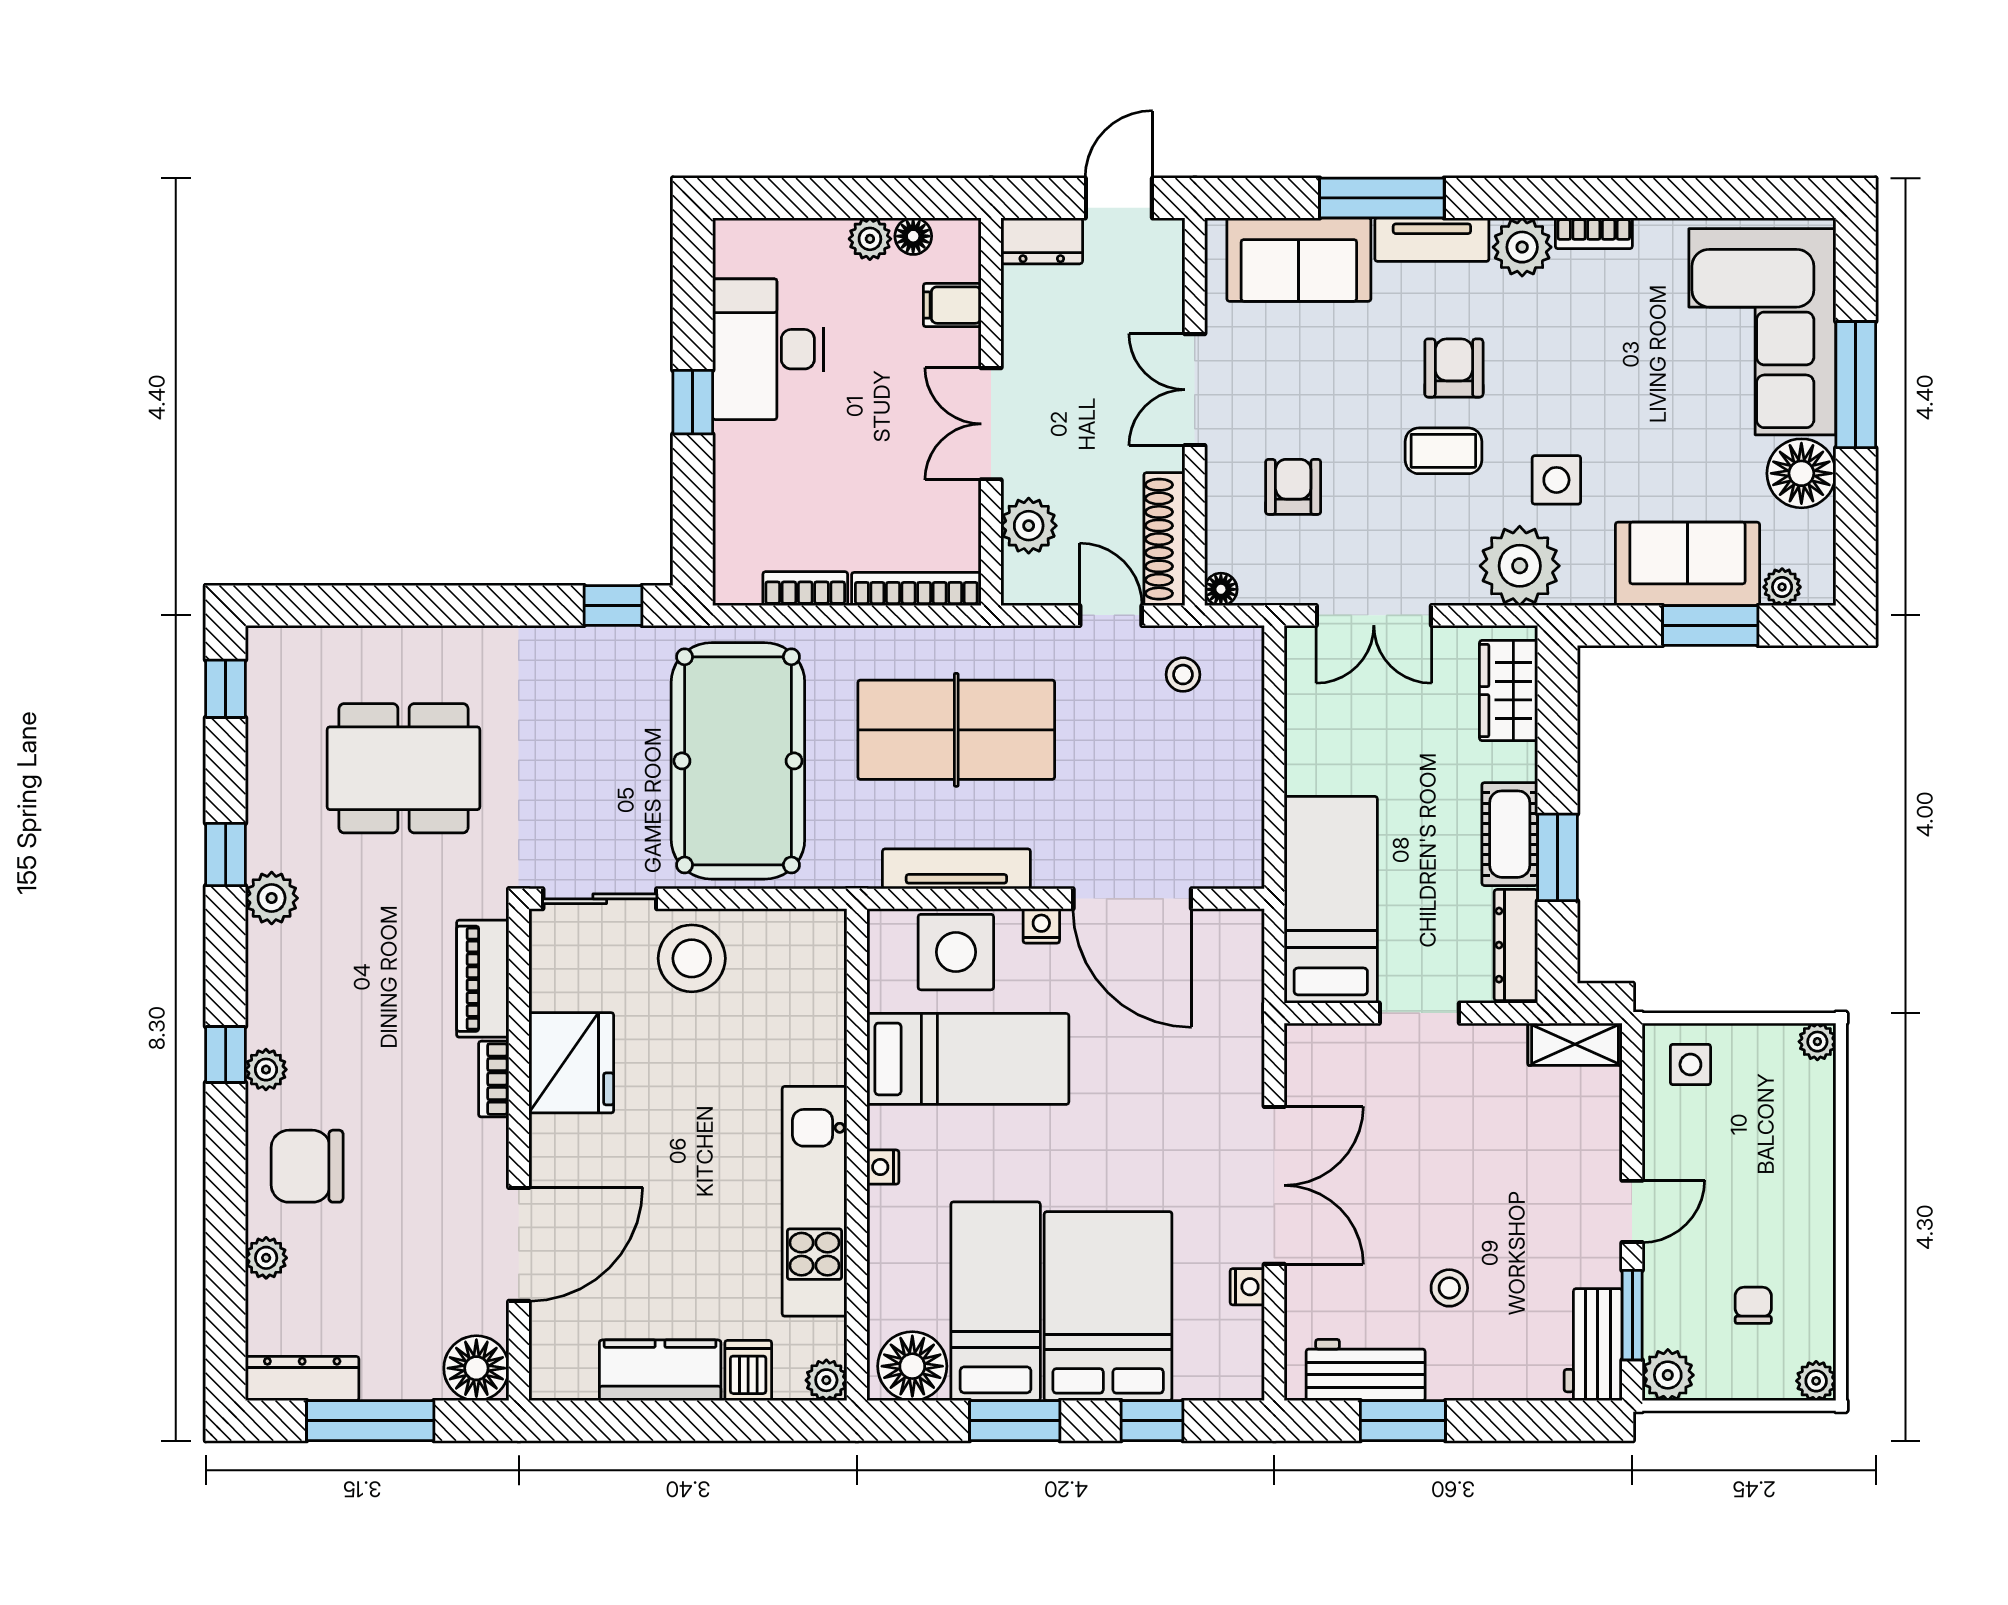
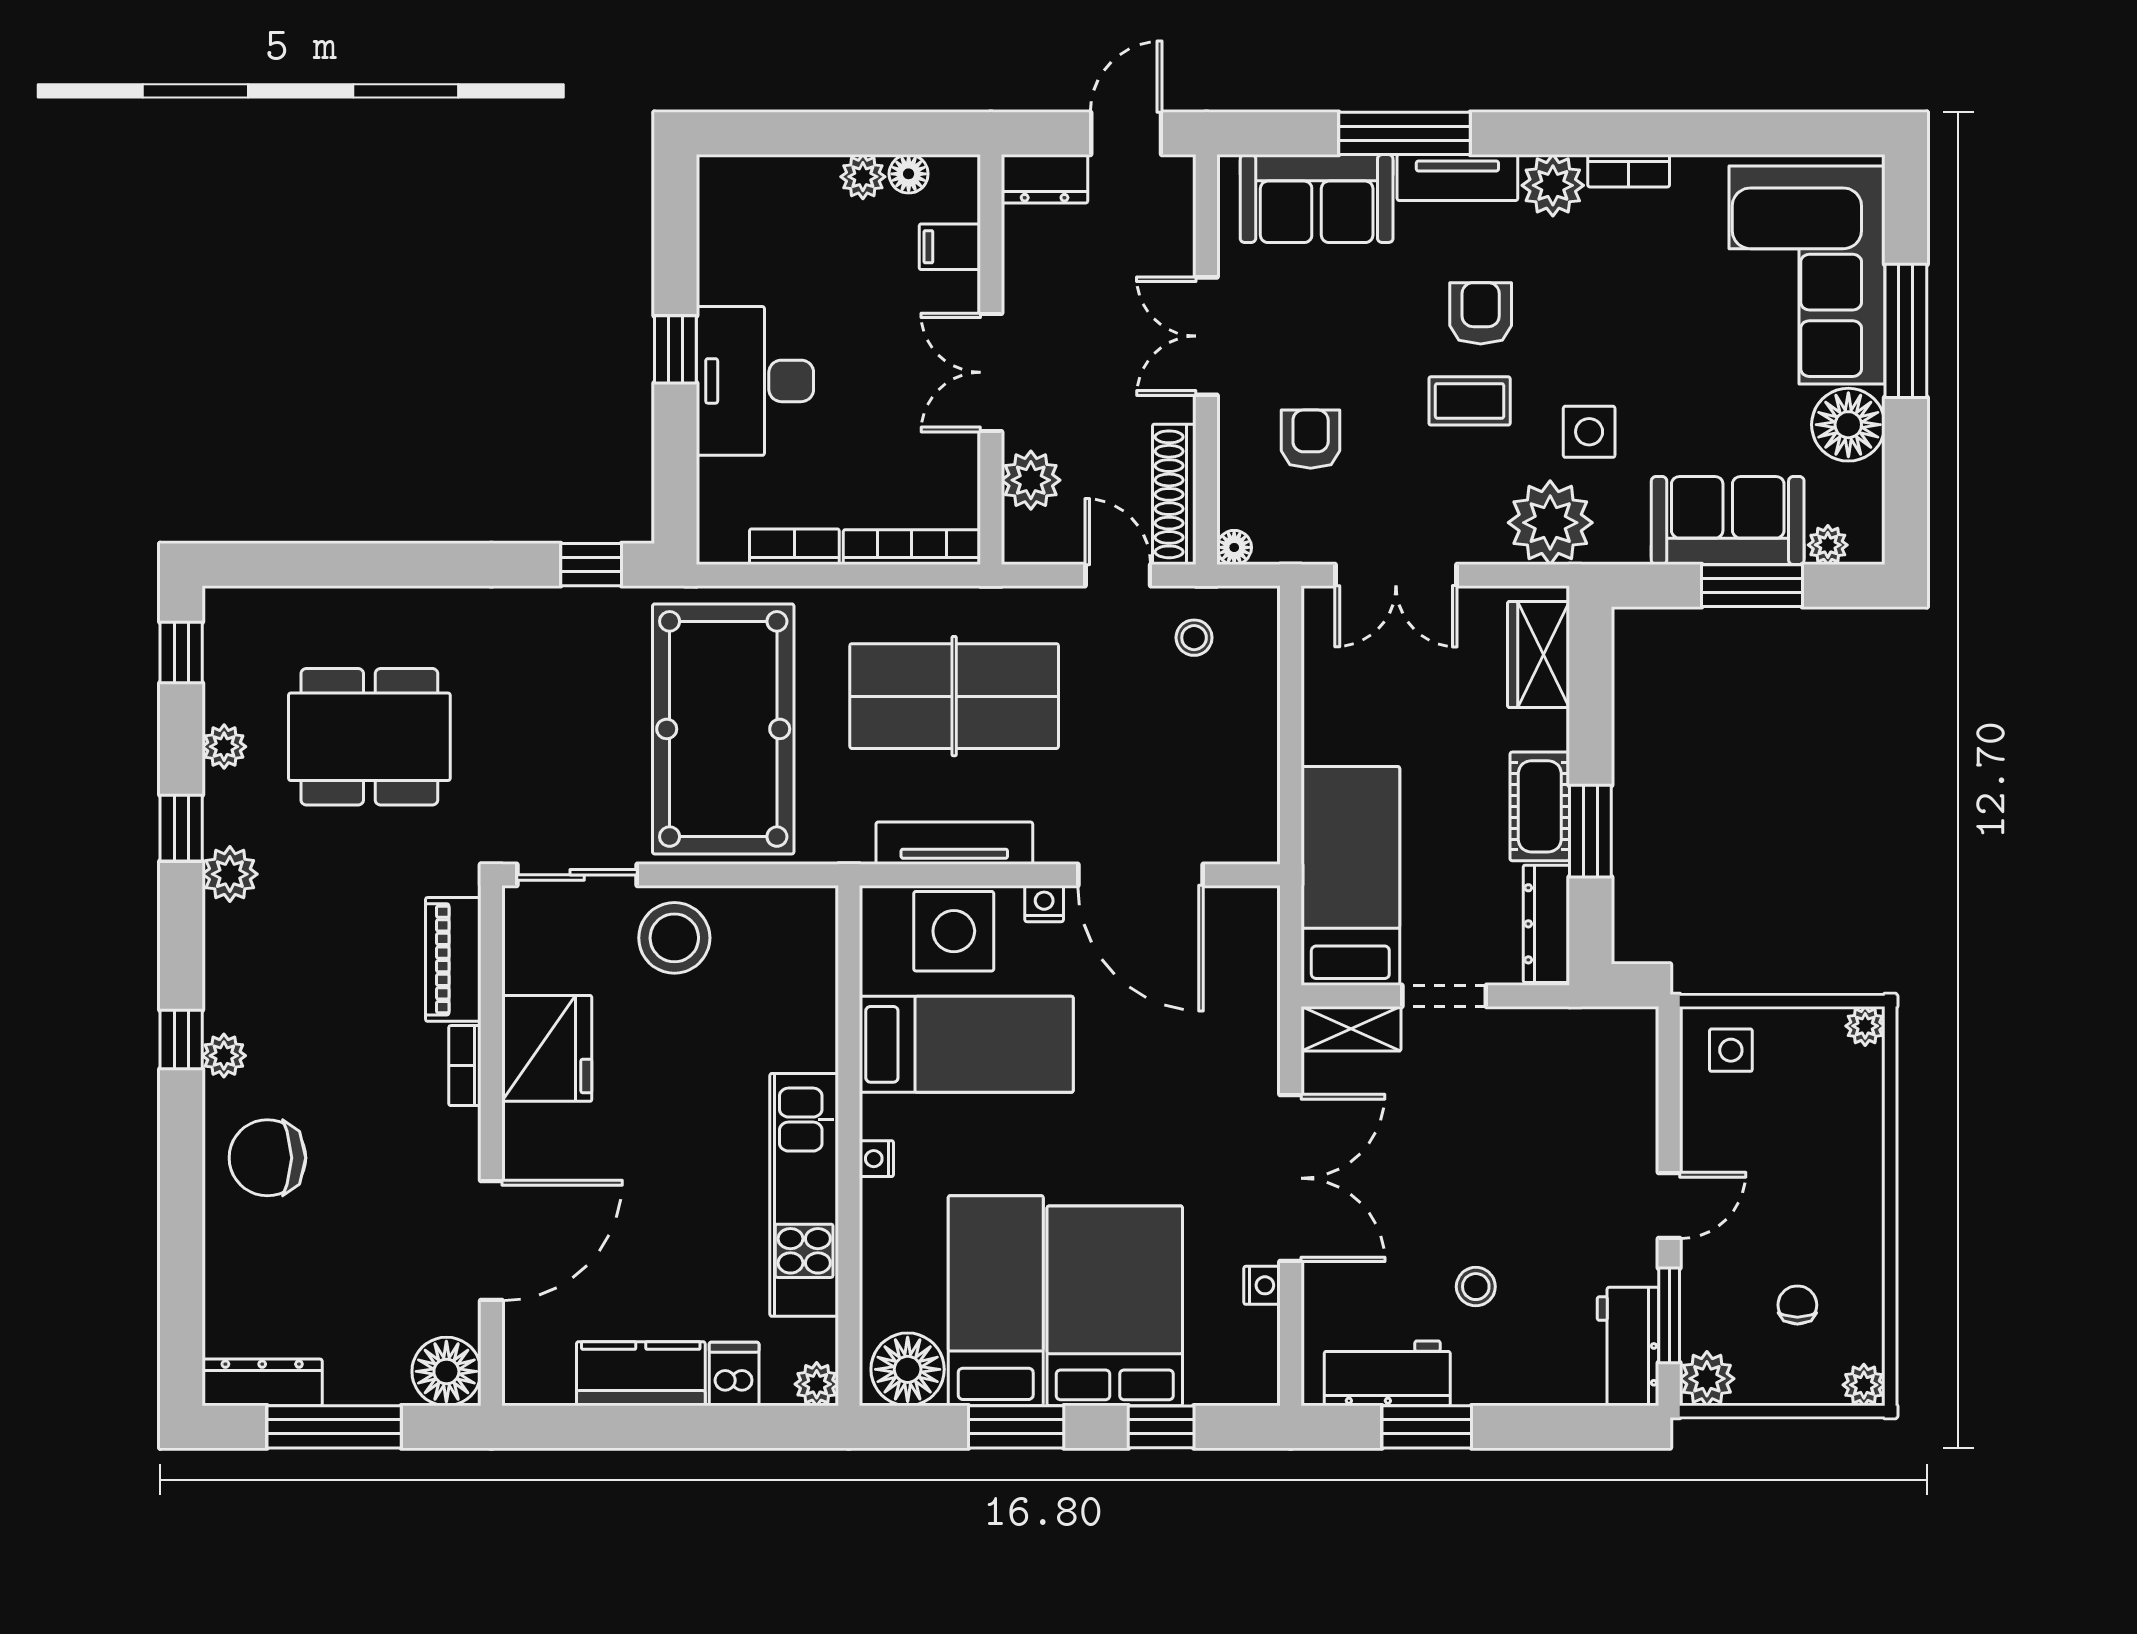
desk: (768, 349) -> (755, 381), moved
shelving: (1575, 1044) -> (1351, 1029), moved
plant: (266, 1258) -> (224, 747), moved

